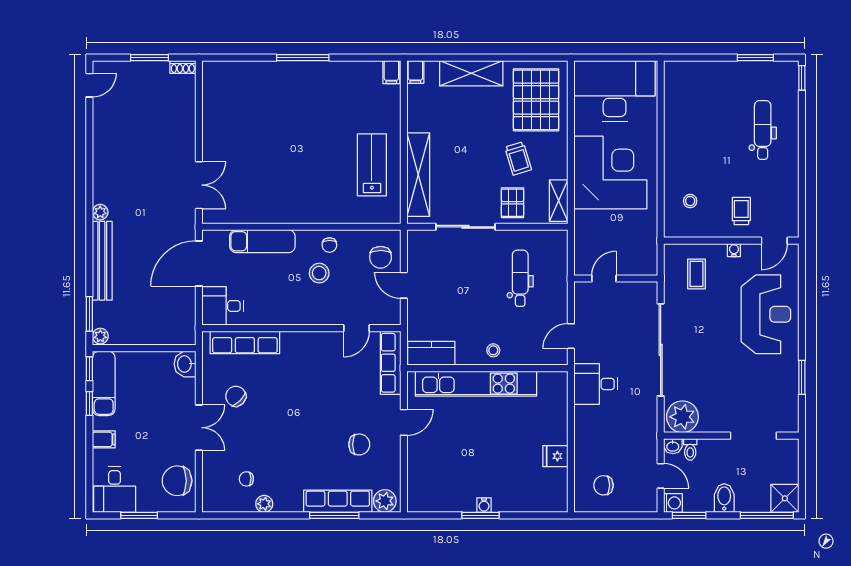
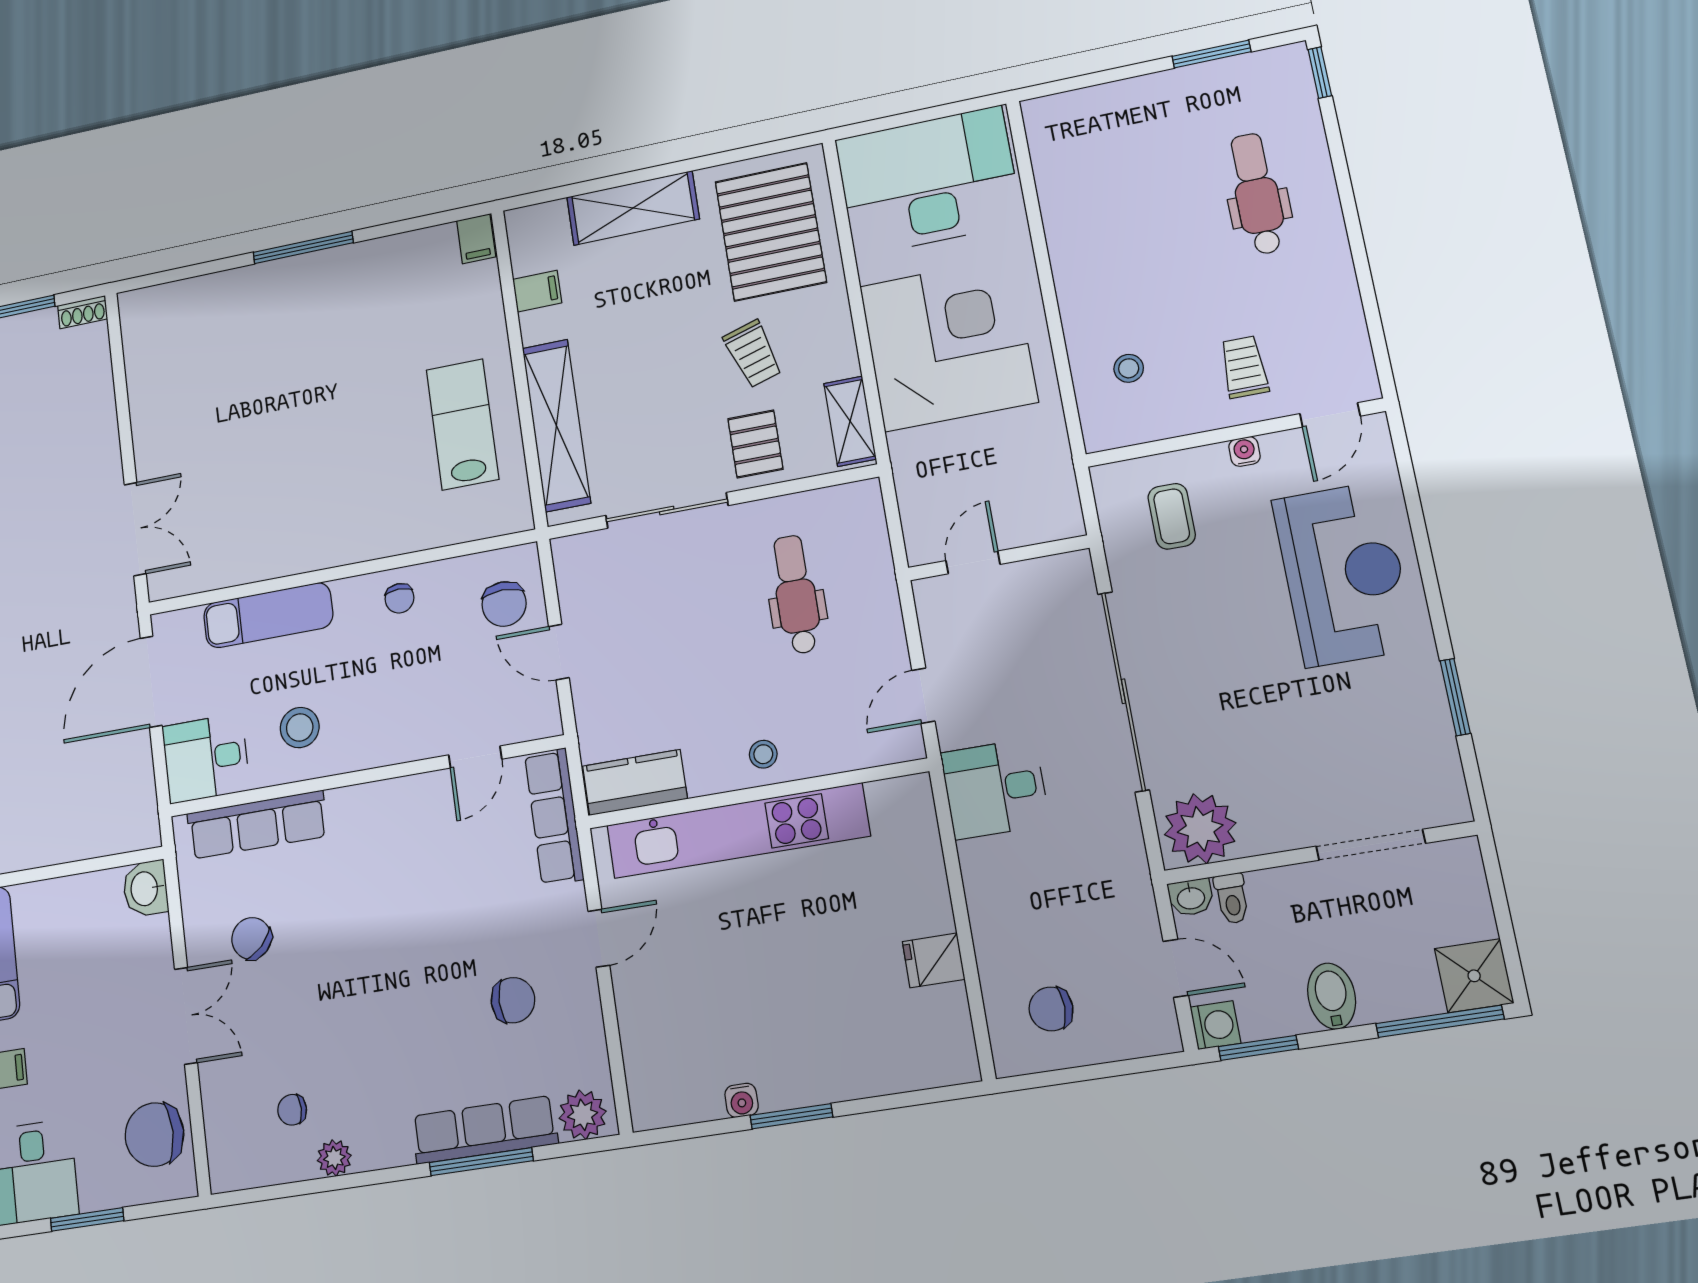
filing cabinet: (415, 72) -> (537, 291), moved, turned -90
stool: (319, 273) -> (300, 728), moved
water cooler: (484, 505) -> (742, 1100), moved

